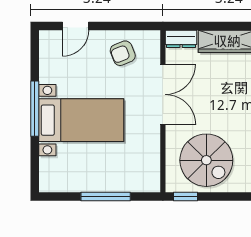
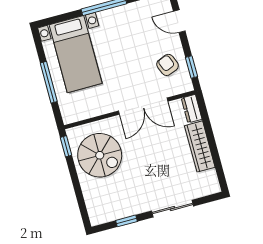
window: (133, 26) -> (192, 67), added
bed with nightstands: (81, 120) -> (76, 54), moved
spiral stairs: (206, 160) -> (100, 155), turned -90

